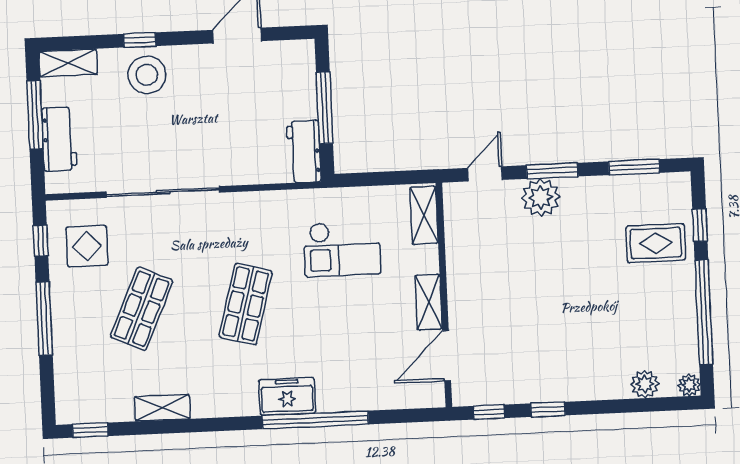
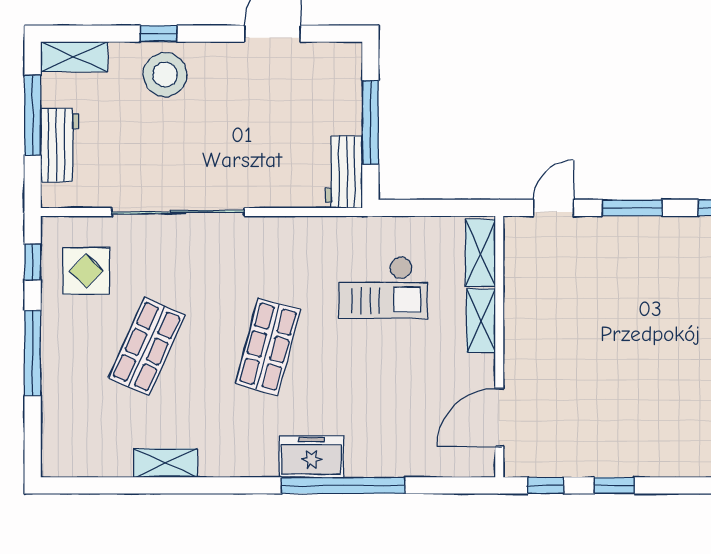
plant: (541, 197) -> (617, 238), removed
shelving: (428, 302) -> (481, 321), moved
window: (90, 430) -> (80, 485), removed

